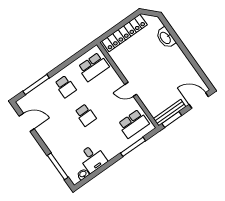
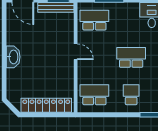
washbasin: (166, 38) -> (13, 57), moved
school desk: (85, 115) -> (131, 57), width x1.85

